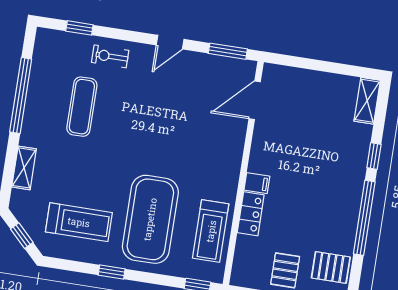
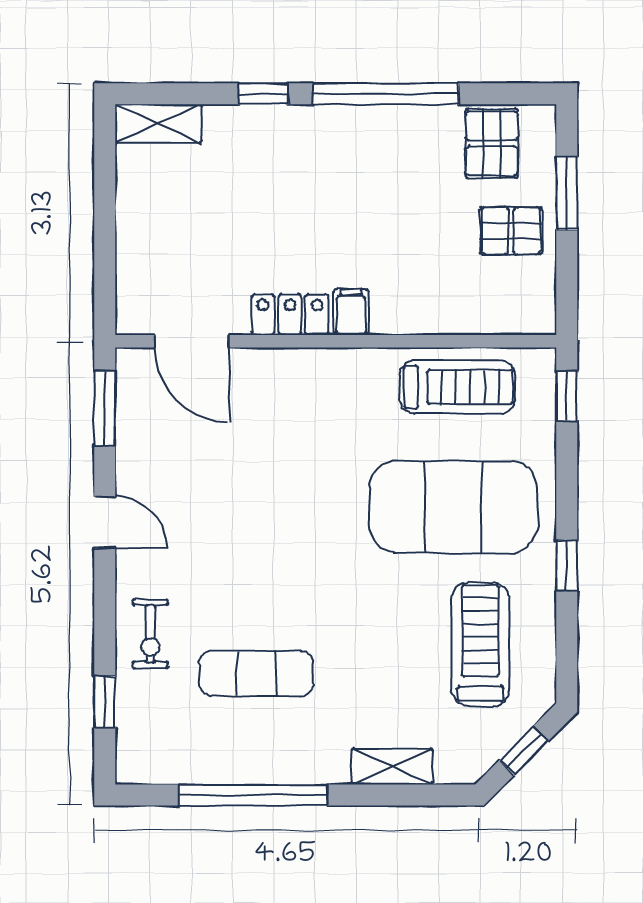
locker: (251, 214) -> (290, 315), moved

